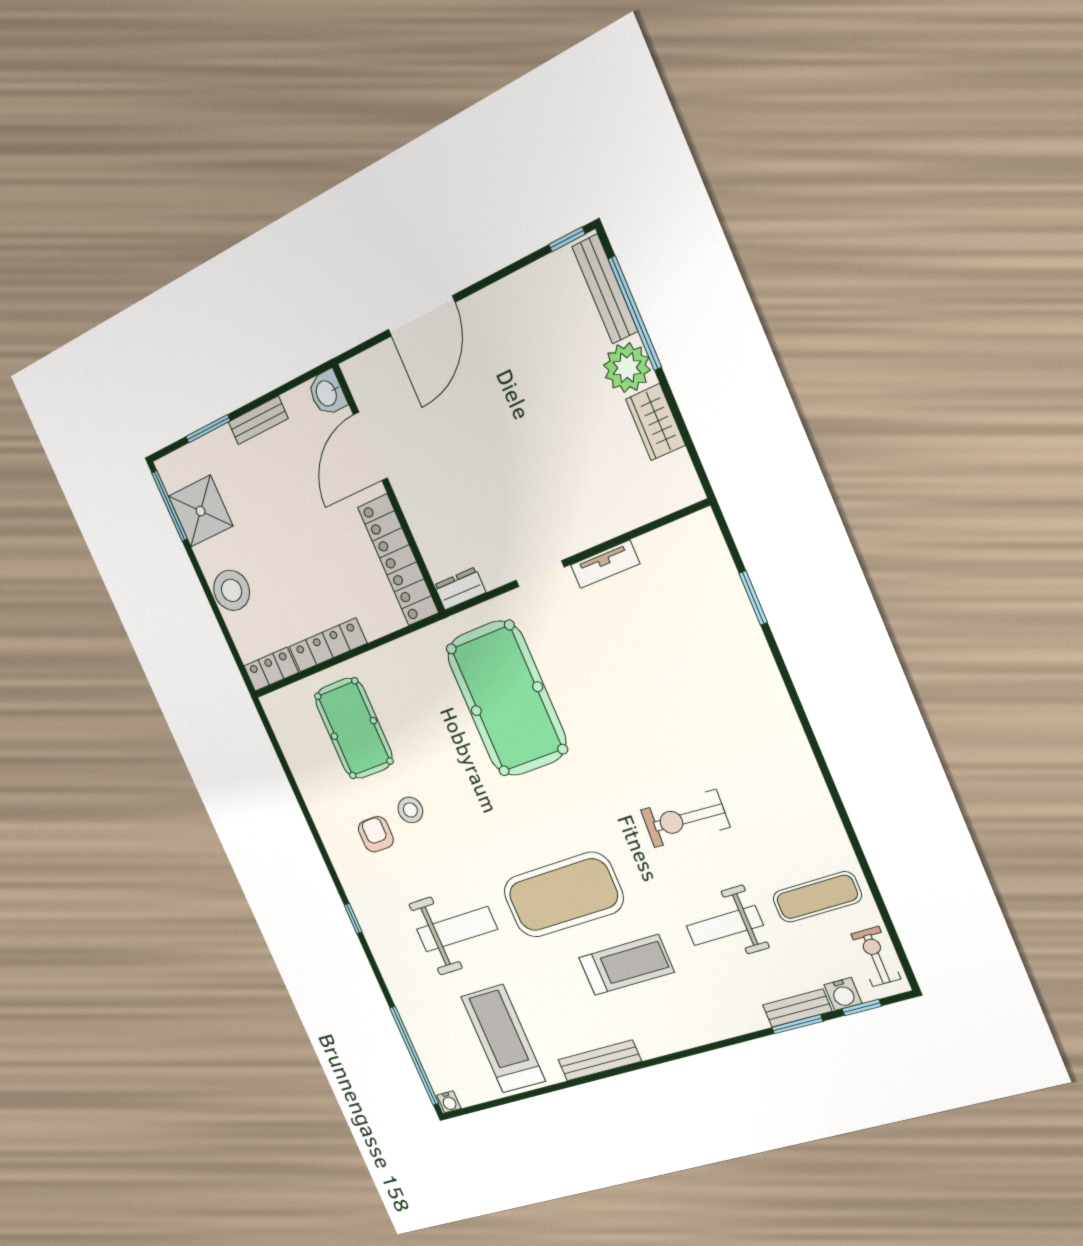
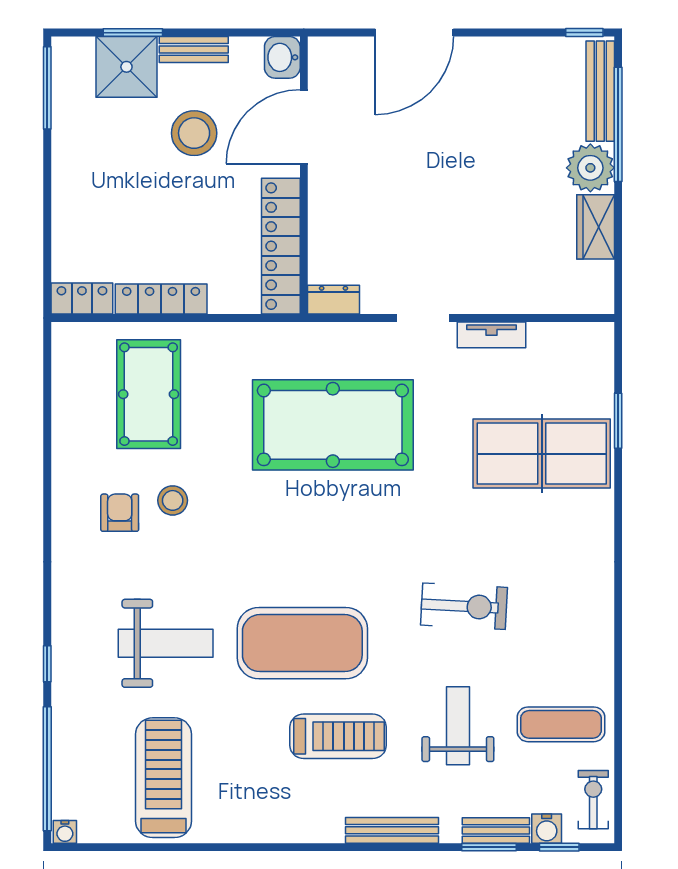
shower: (201, 511) -> (126, 67), moved
stool: (232, 590) -> (194, 133), moved
table tennis table: (696, 656) -> (542, 454), added
pool table: (507, 699) -> (333, 425), turned 90
exercise bike: (685, 819) -> (464, 606), turned 180
window: (353, 918) -> (47, 664), moved
weight bench: (725, 926) -> (458, 726), turned 90
bench: (600, 1060) -> (392, 830), moved

